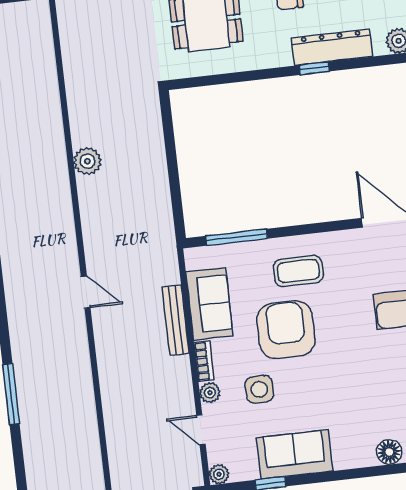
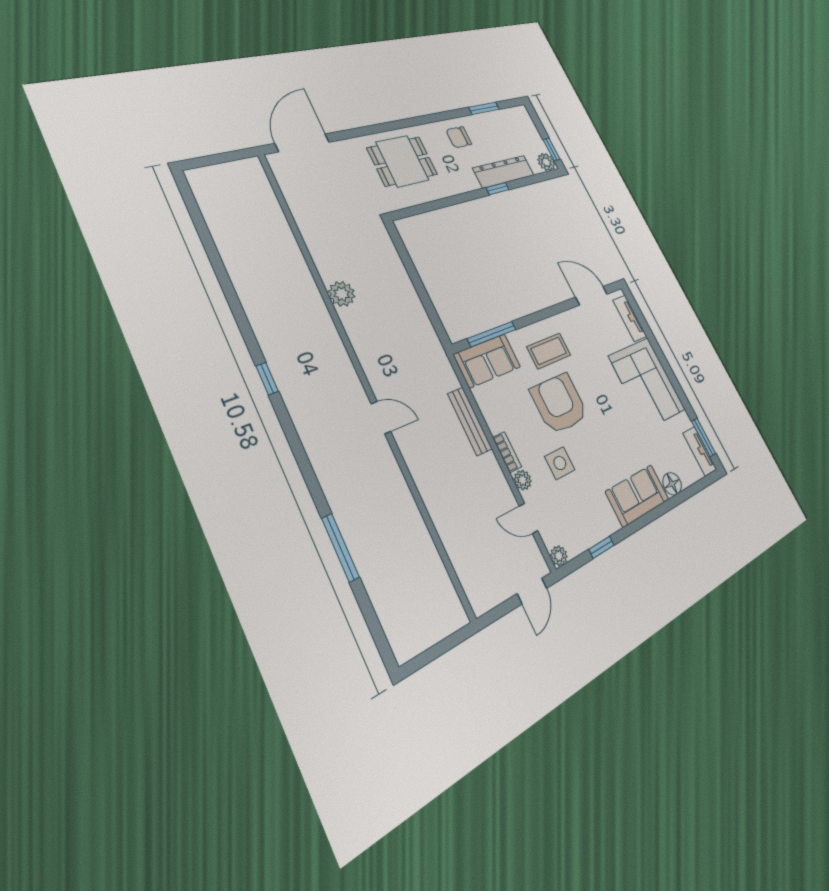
sofa: (209, 304) -> (487, 361), moved, turned 90
sofa: (295, 454) -> (637, 496), moved

